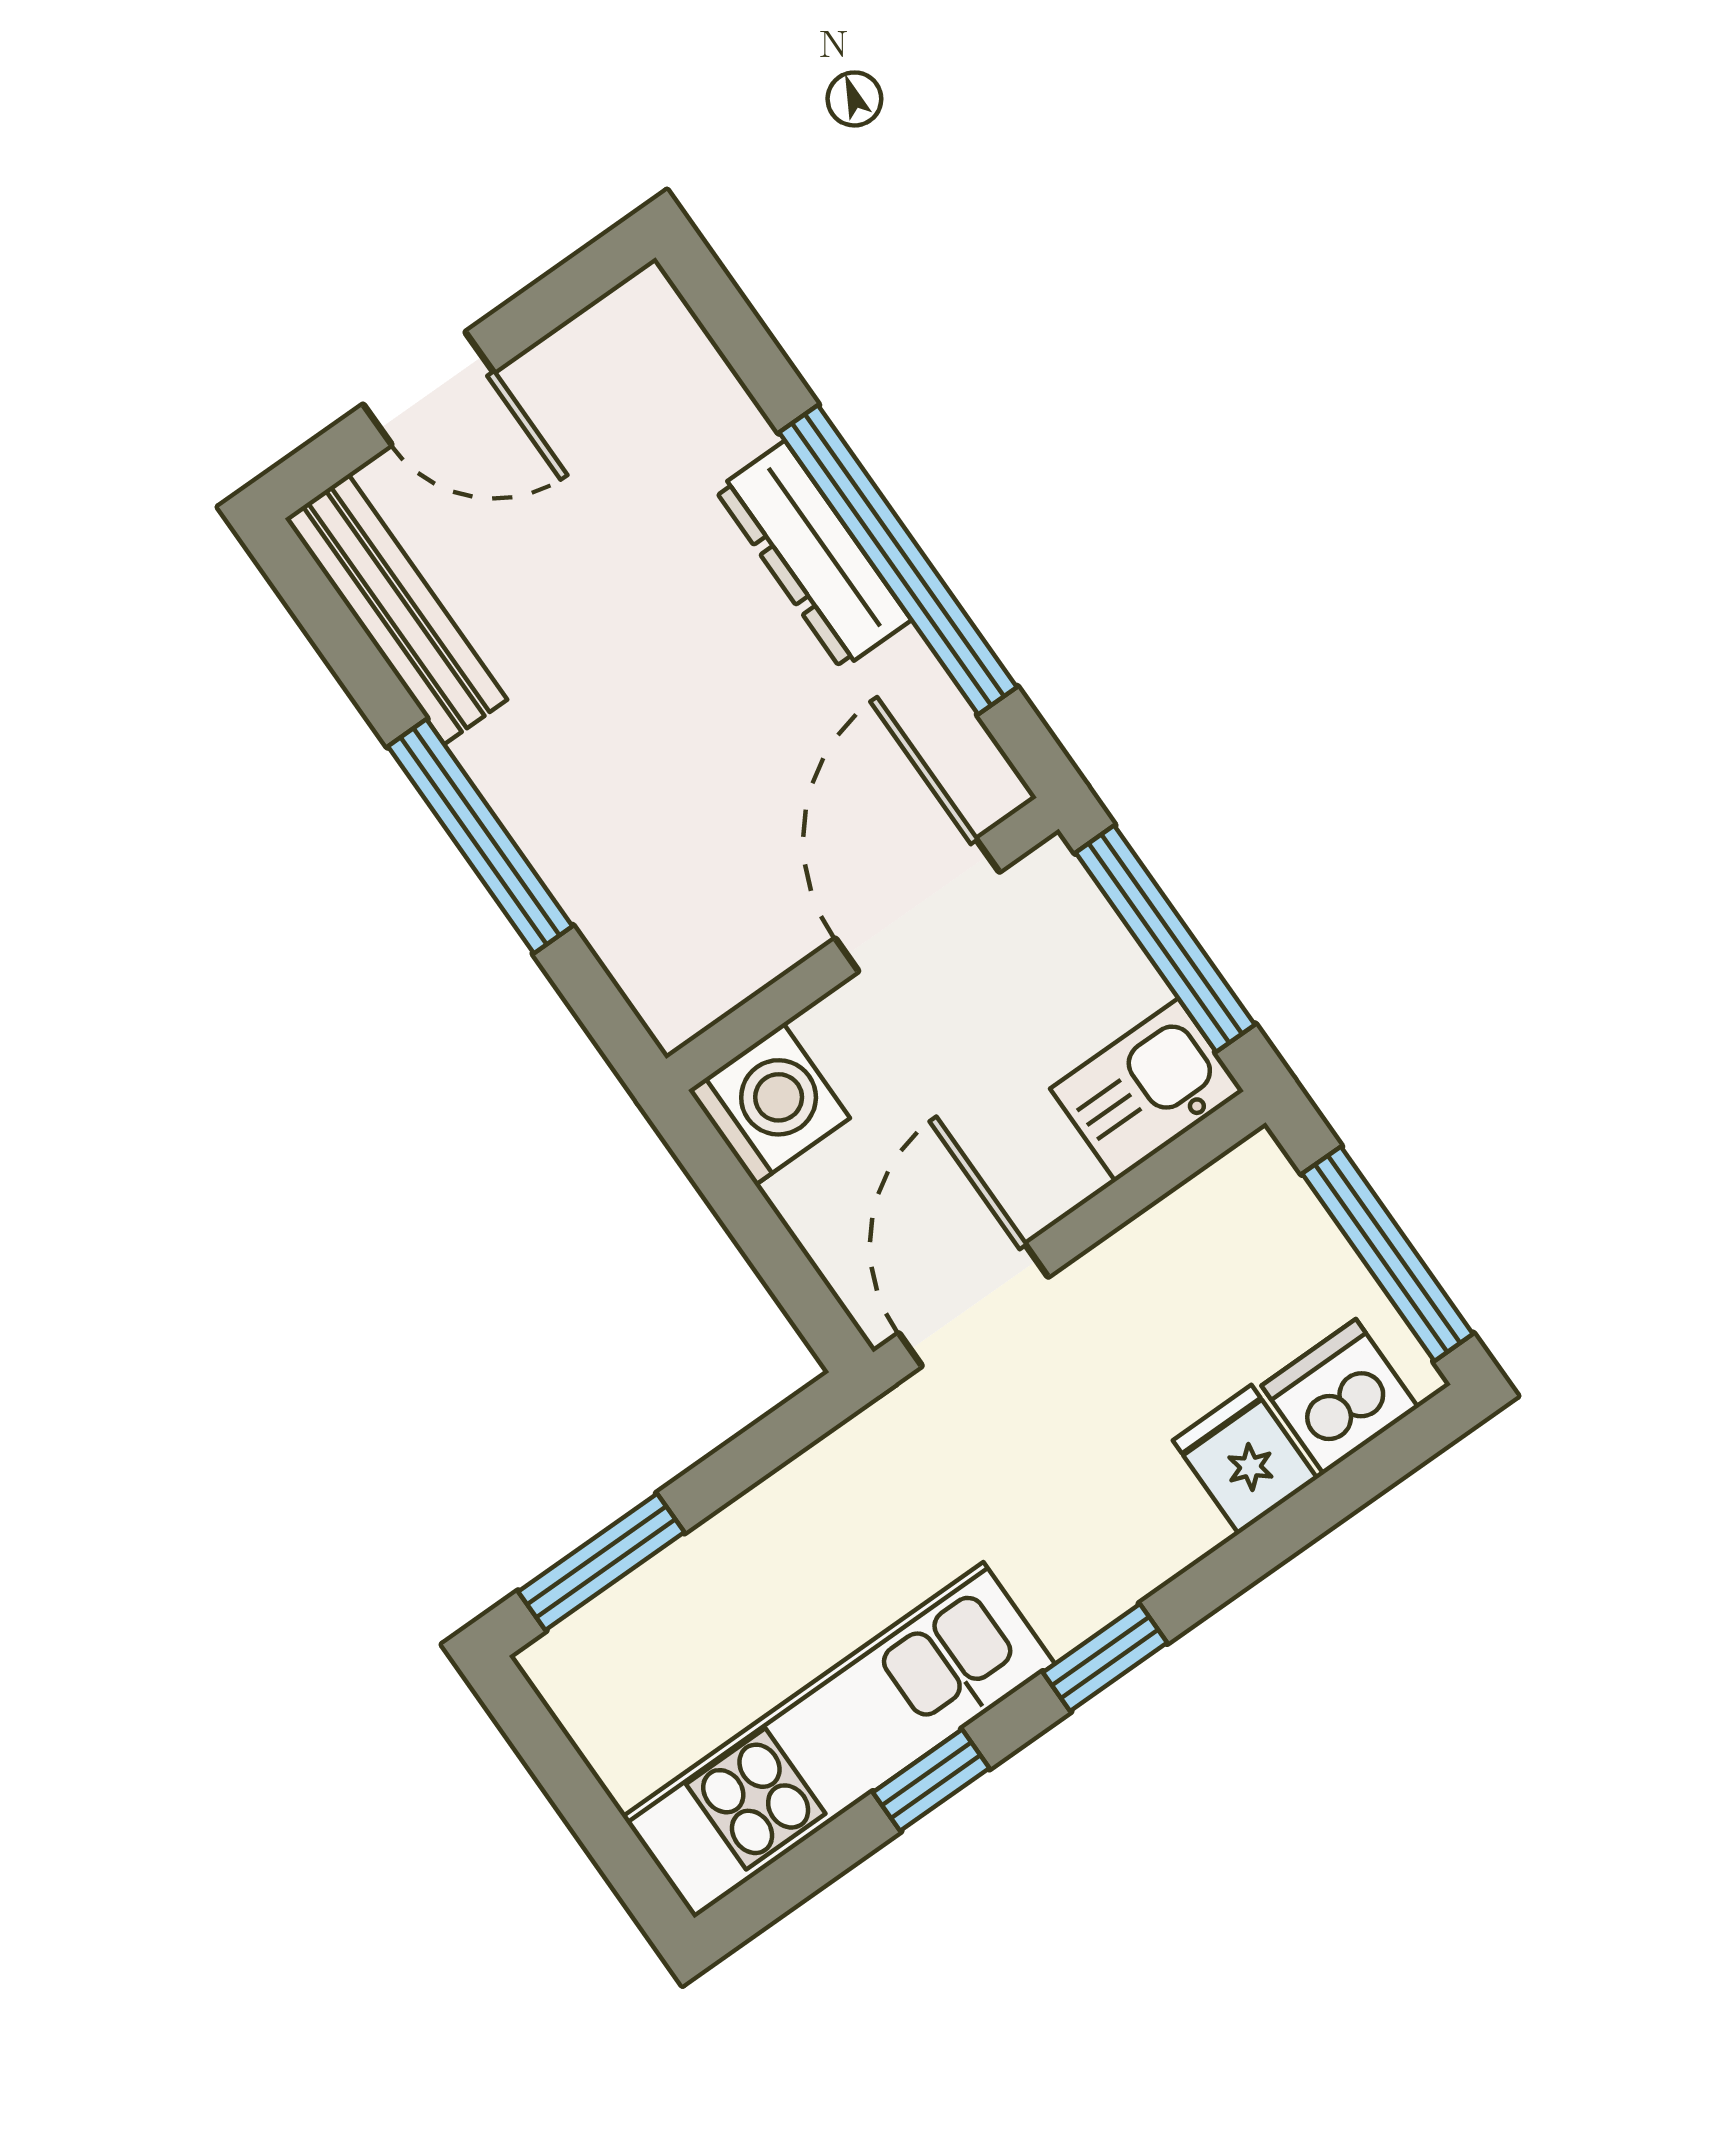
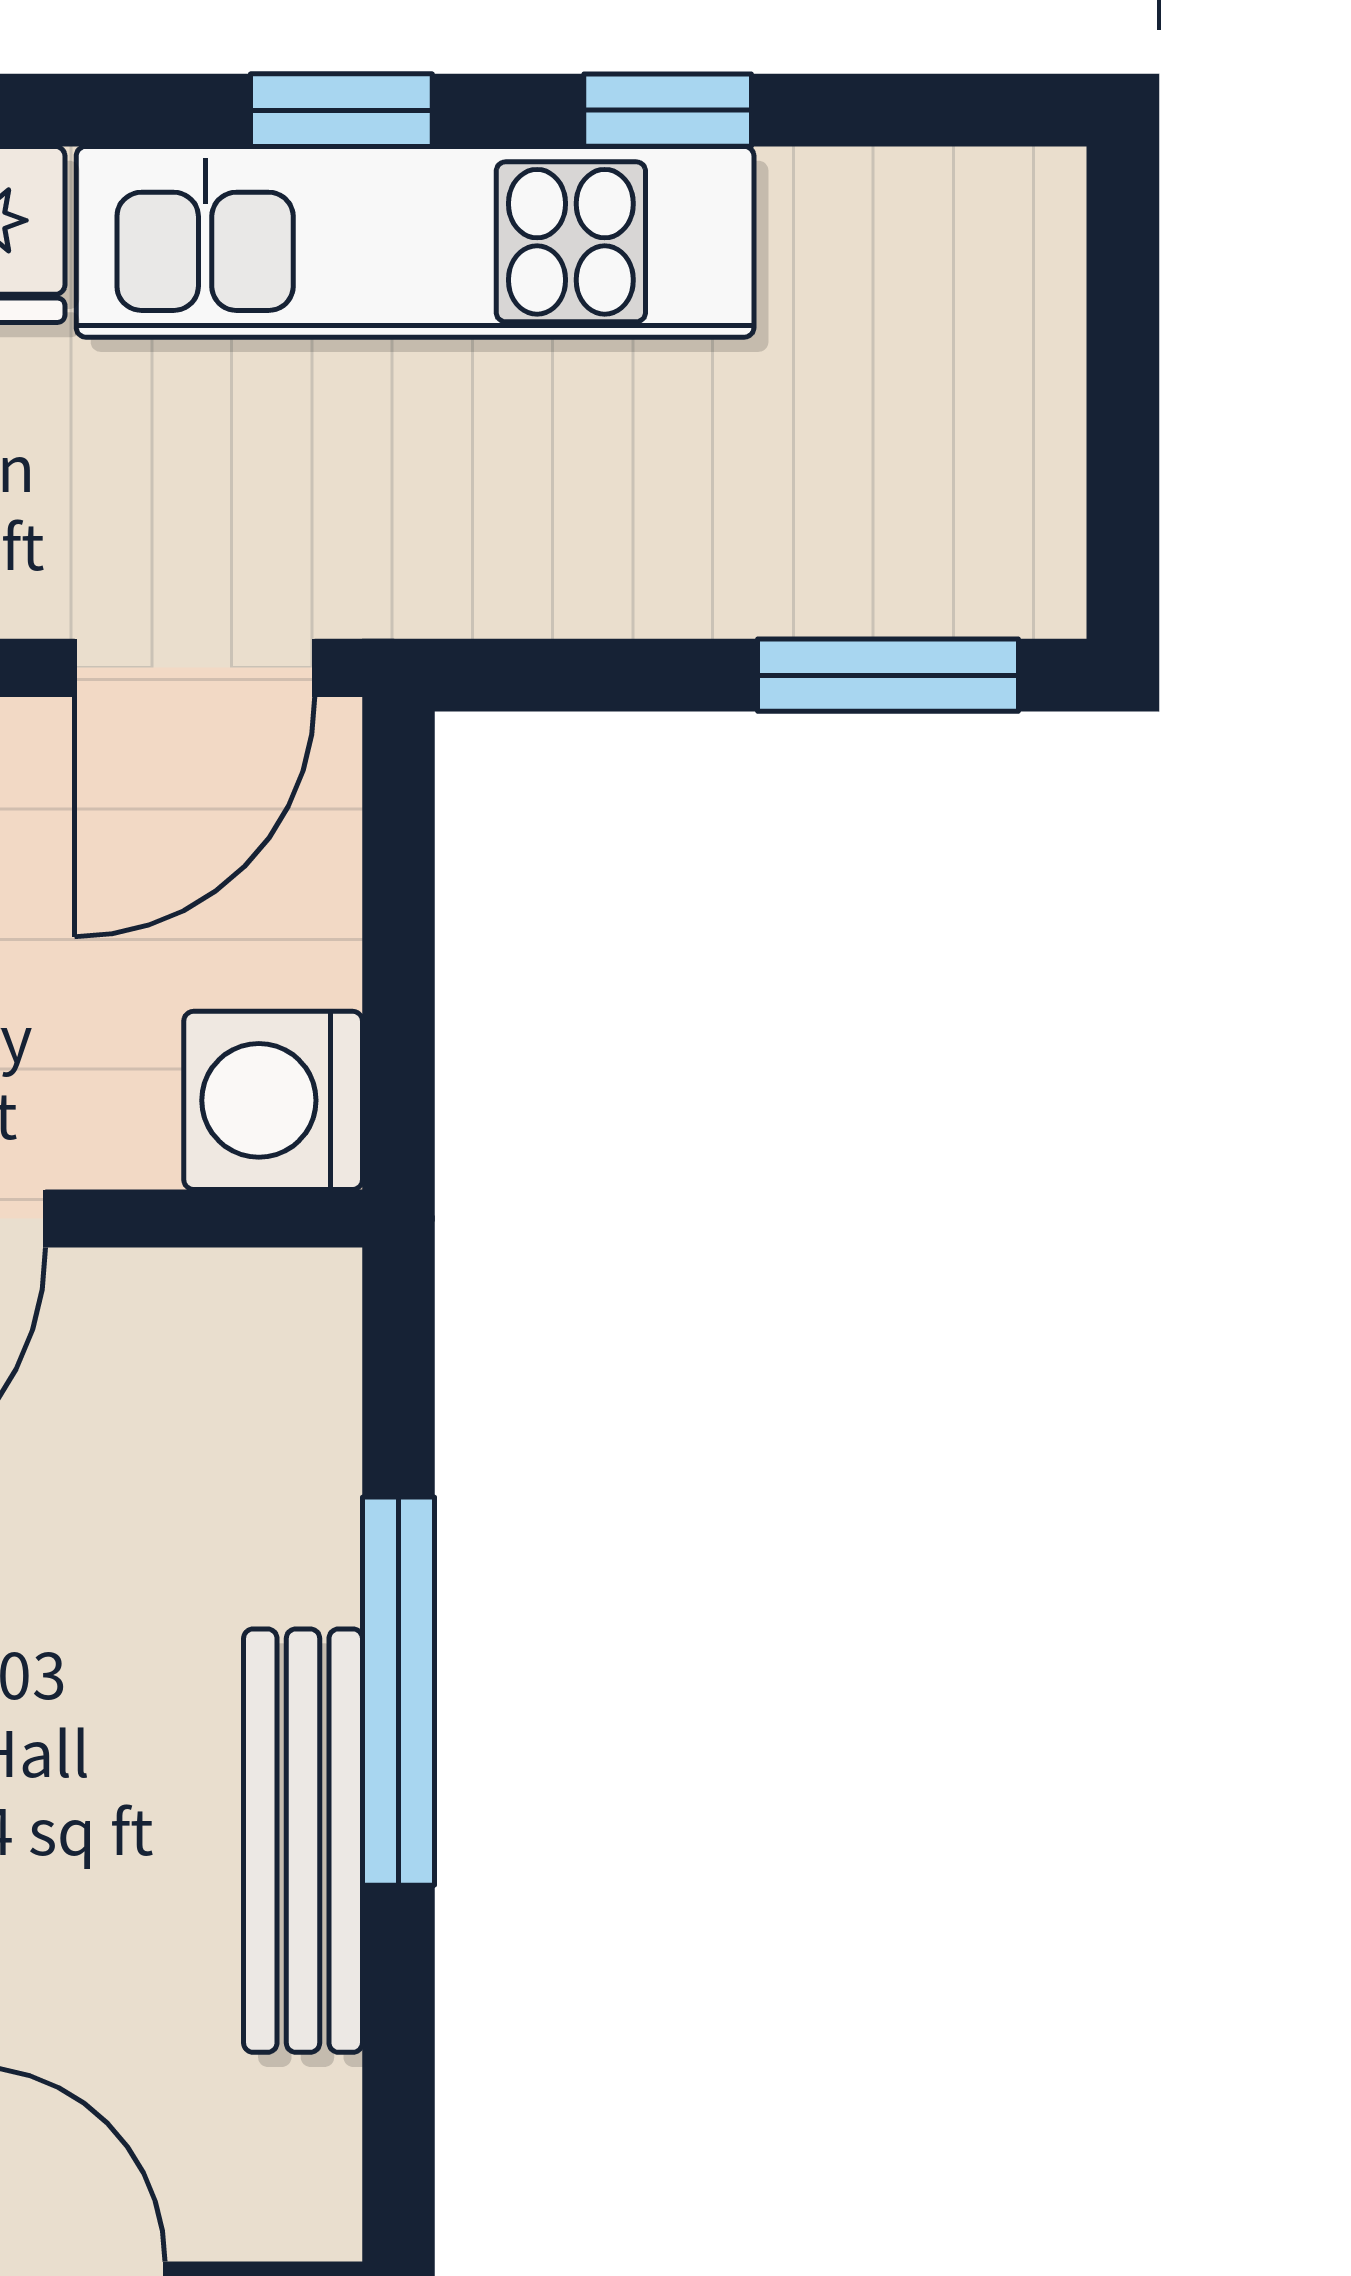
bench: (396, 609) -> (303, 1841), moved
kitchen unit: (839, 1740) -> (415, 242), moved

